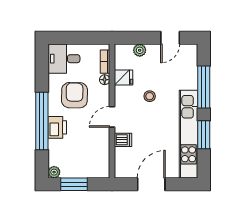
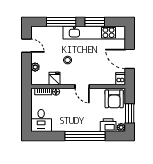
armchair: (74, 95) -> (114, 99), moved, turned -91
printer: (57, 127) -> (108, 125), moved
dishwasher: (123, 140) -> (121, 79), moved

